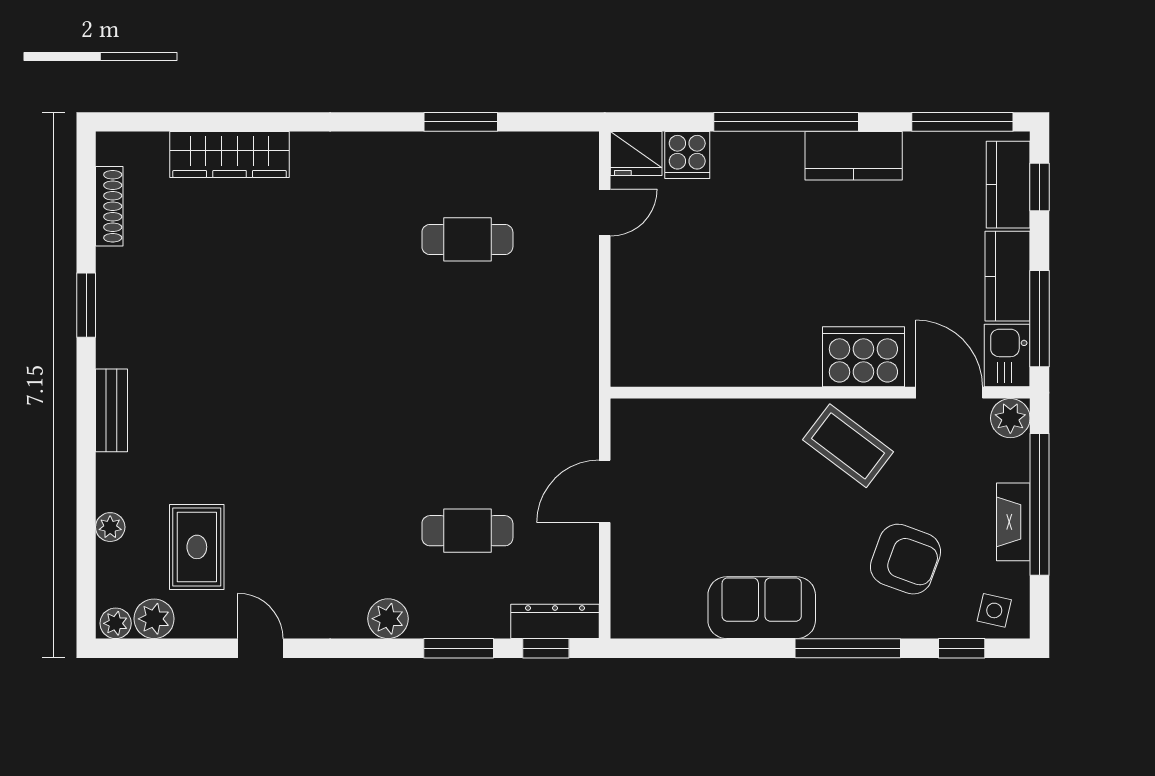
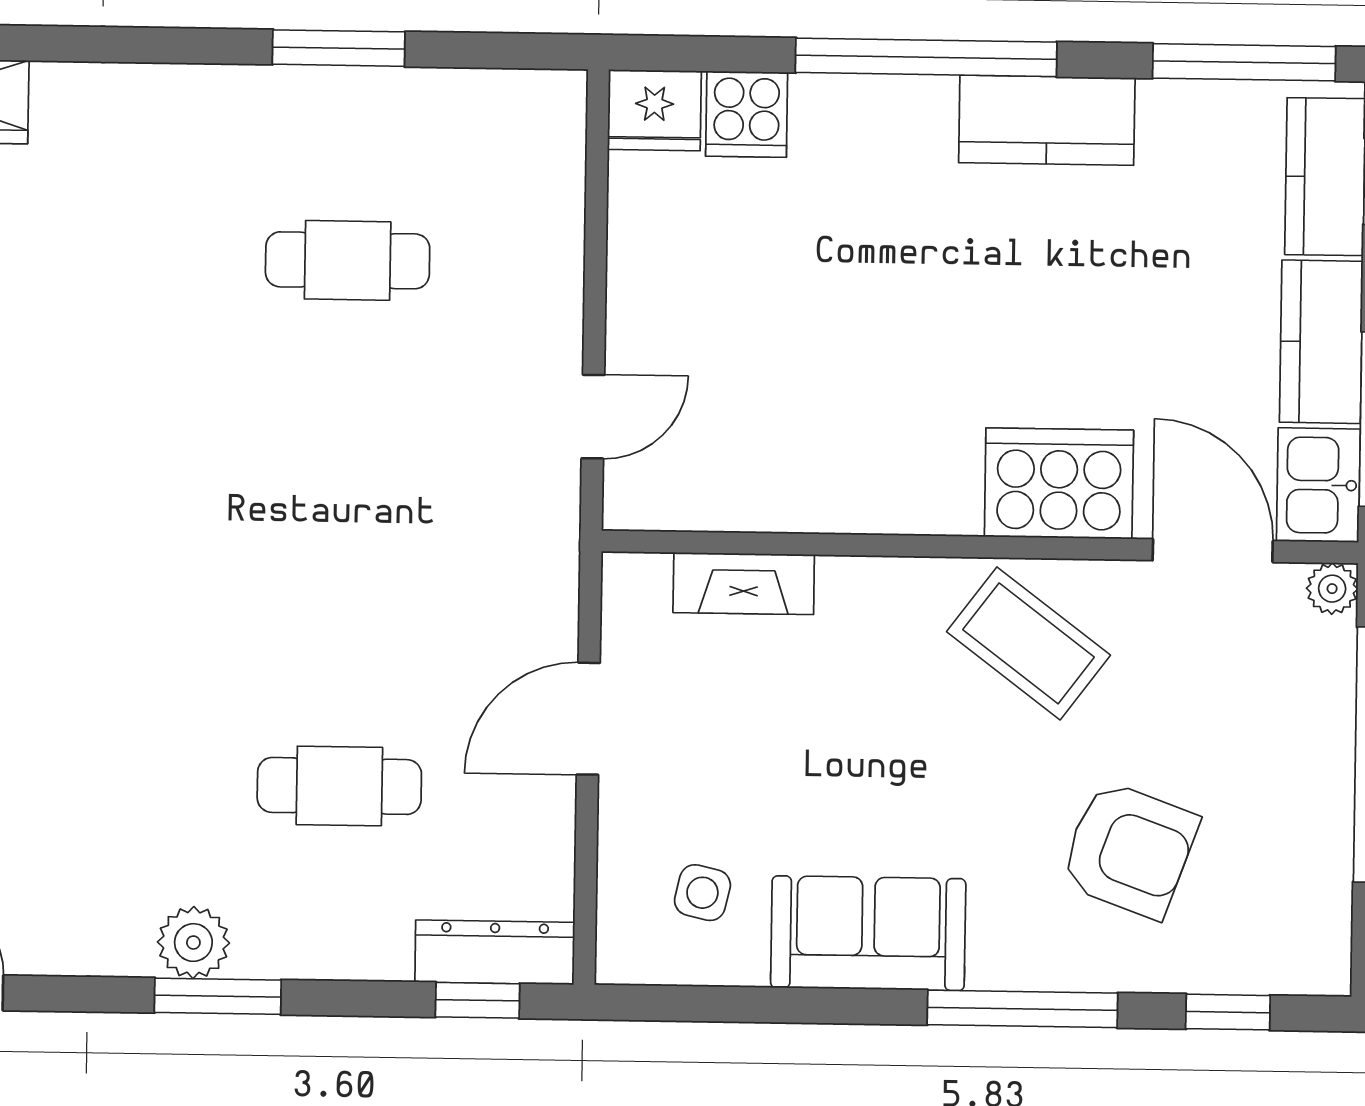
door: (605, 213) -> (593, 417), moved
plant: (1010, 418) -> (1332, 589), width x0.73, depth x0.73
fireplace: (1013, 522) -> (744, 584), moved, turned -90
side table: (994, 610) -> (702, 893), moved
window: (459, 648) -> (218, 996), moved

